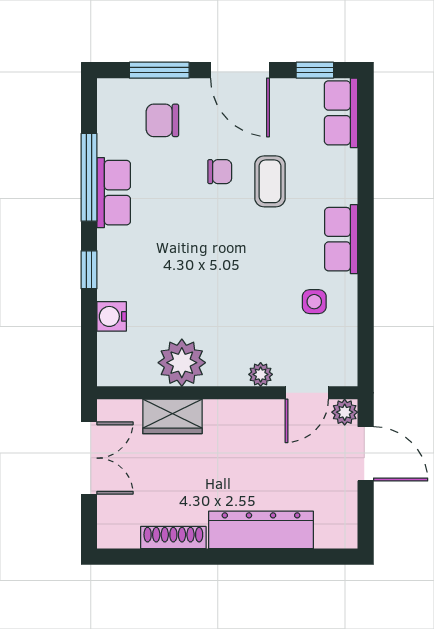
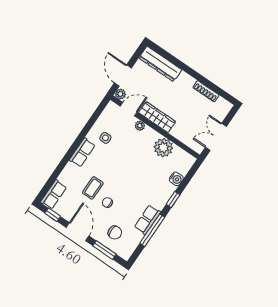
wardrobe: (172, 416) -> (157, 117), moved, width x1.50
dresser: (261, 530) -> (160, 64), moved

